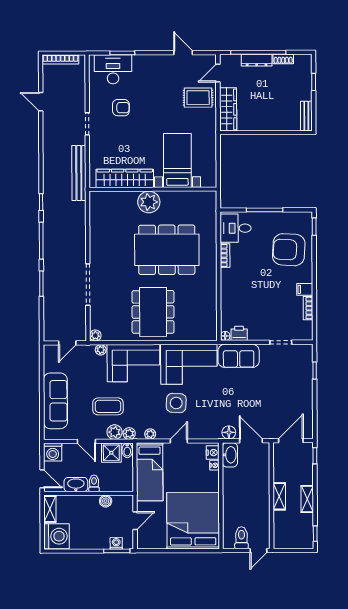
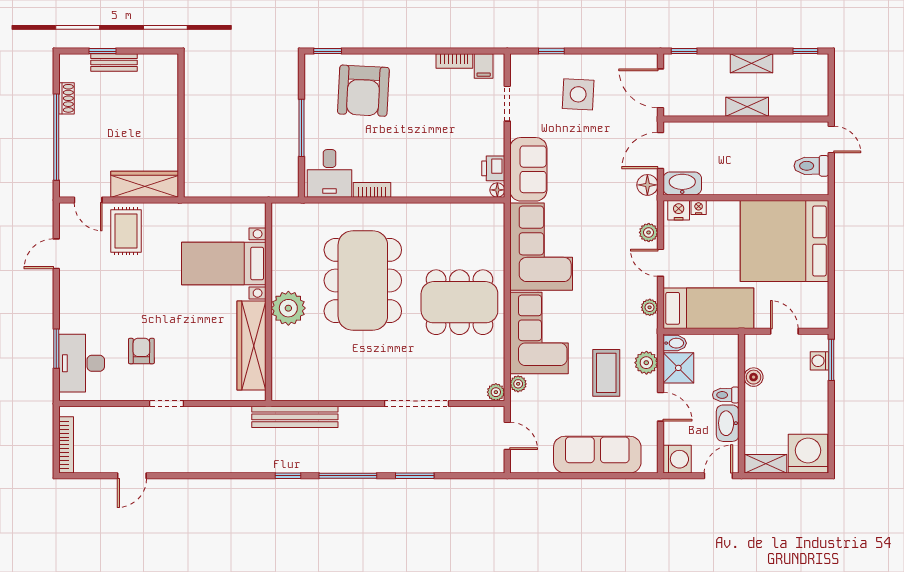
dresser: (257, 60) -> (68, 140), removed
bench: (306, 116) -> (114, 63), moved
bench: (79, 173) -> (295, 417), moved
filing cabinet: (305, 289) -> (484, 66), moved
side table: (176, 403) -> (578, 94), moved
plant: (129, 434) -> (649, 232), moved
door: (86, 441) -> (661, 407), hinge flipped

